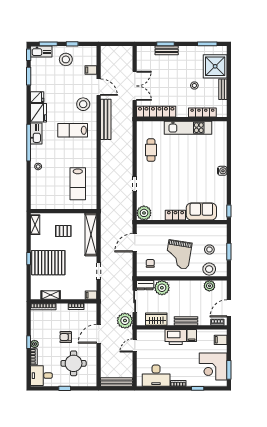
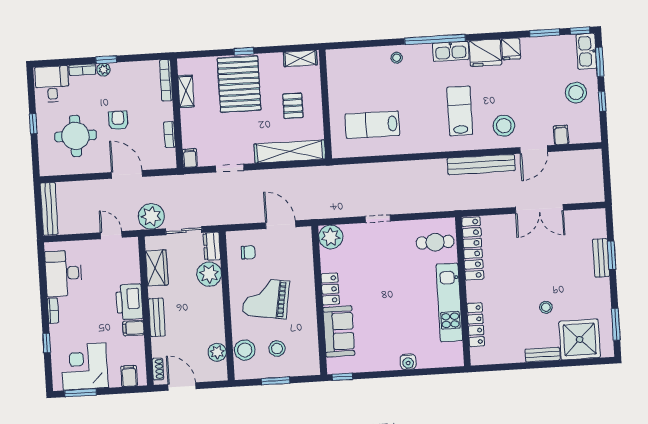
locker: (156, 112) -> (473, 248), moved
locker: (202, 113) -> (476, 325), moved
wall: (182, 119) -> (463, 291), moved
kitchen unit: (188, 128) -> (449, 302), moved

